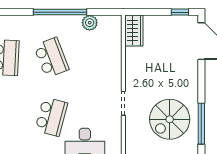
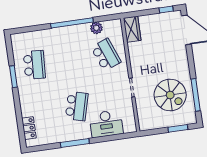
school desk: (51, 58) -> (106, 55), moved
spiral stairs: (170, 119) -> (170, 95), turned -90

